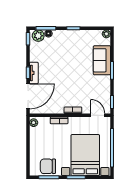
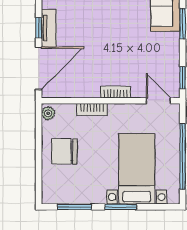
bed with nightstands: (85, 155) -> (137, 169), width x0.73
chair: (48, 166) -> (64, 151), moved

